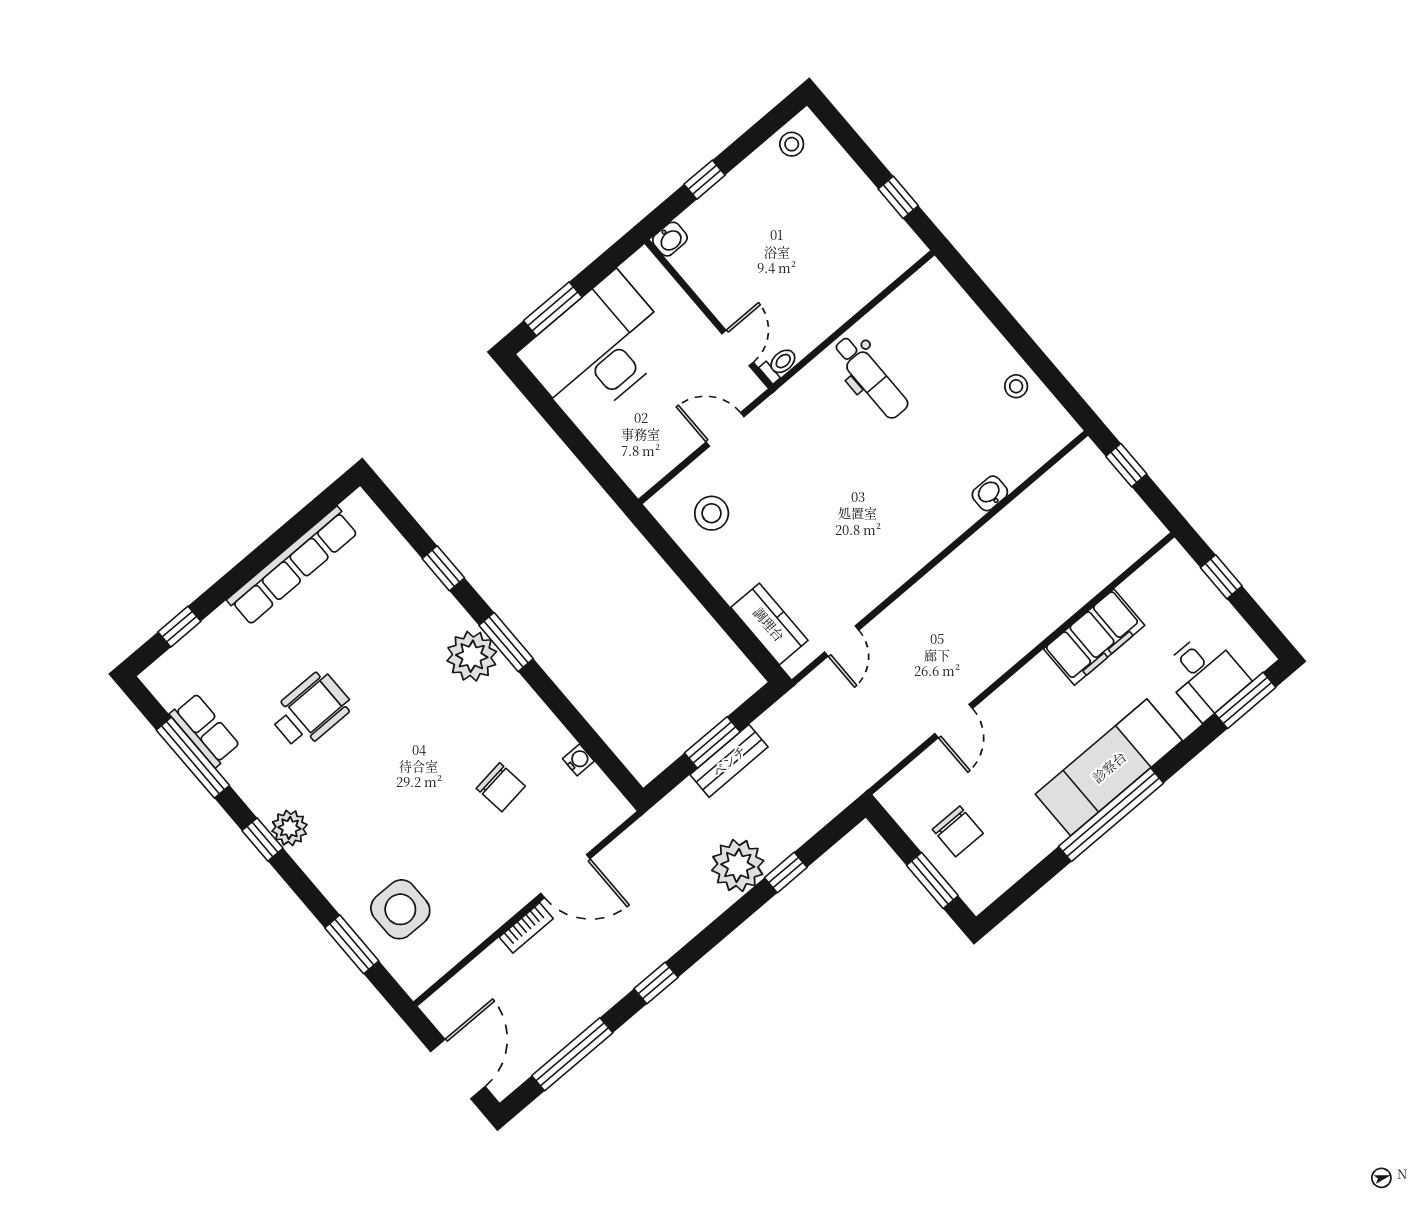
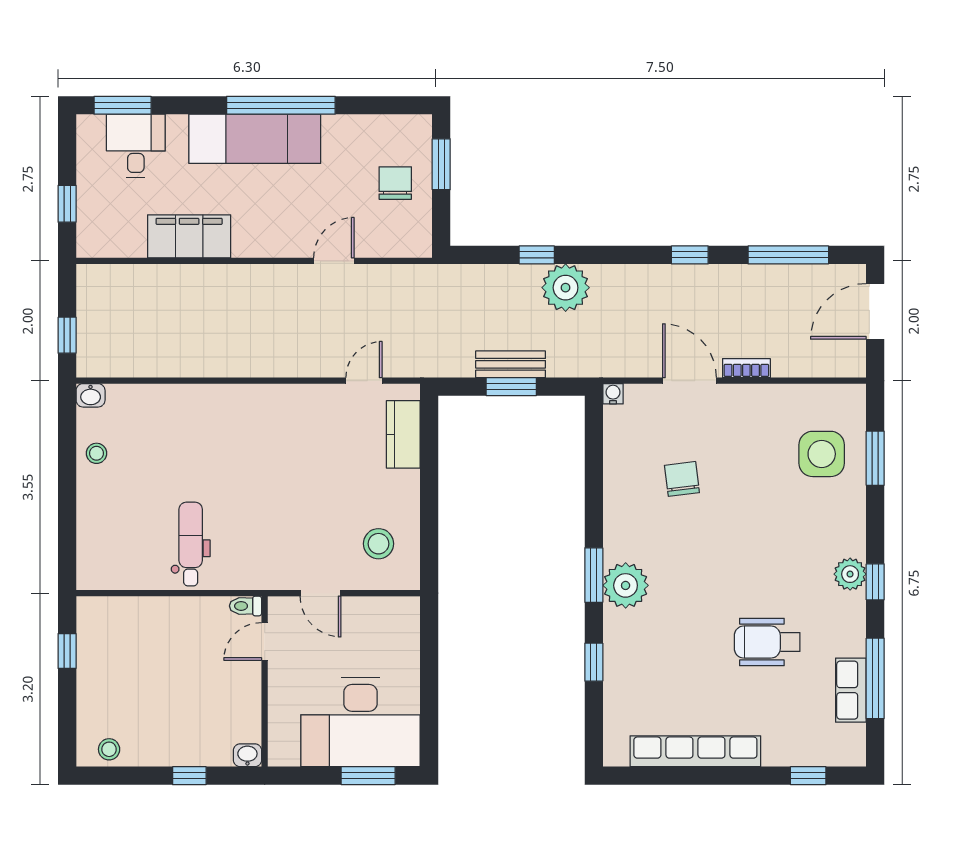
washbasin: (990, 493) -> (91, 395), moved
water cooler: (578, 760) -> (613, 394), moved, turned 90

